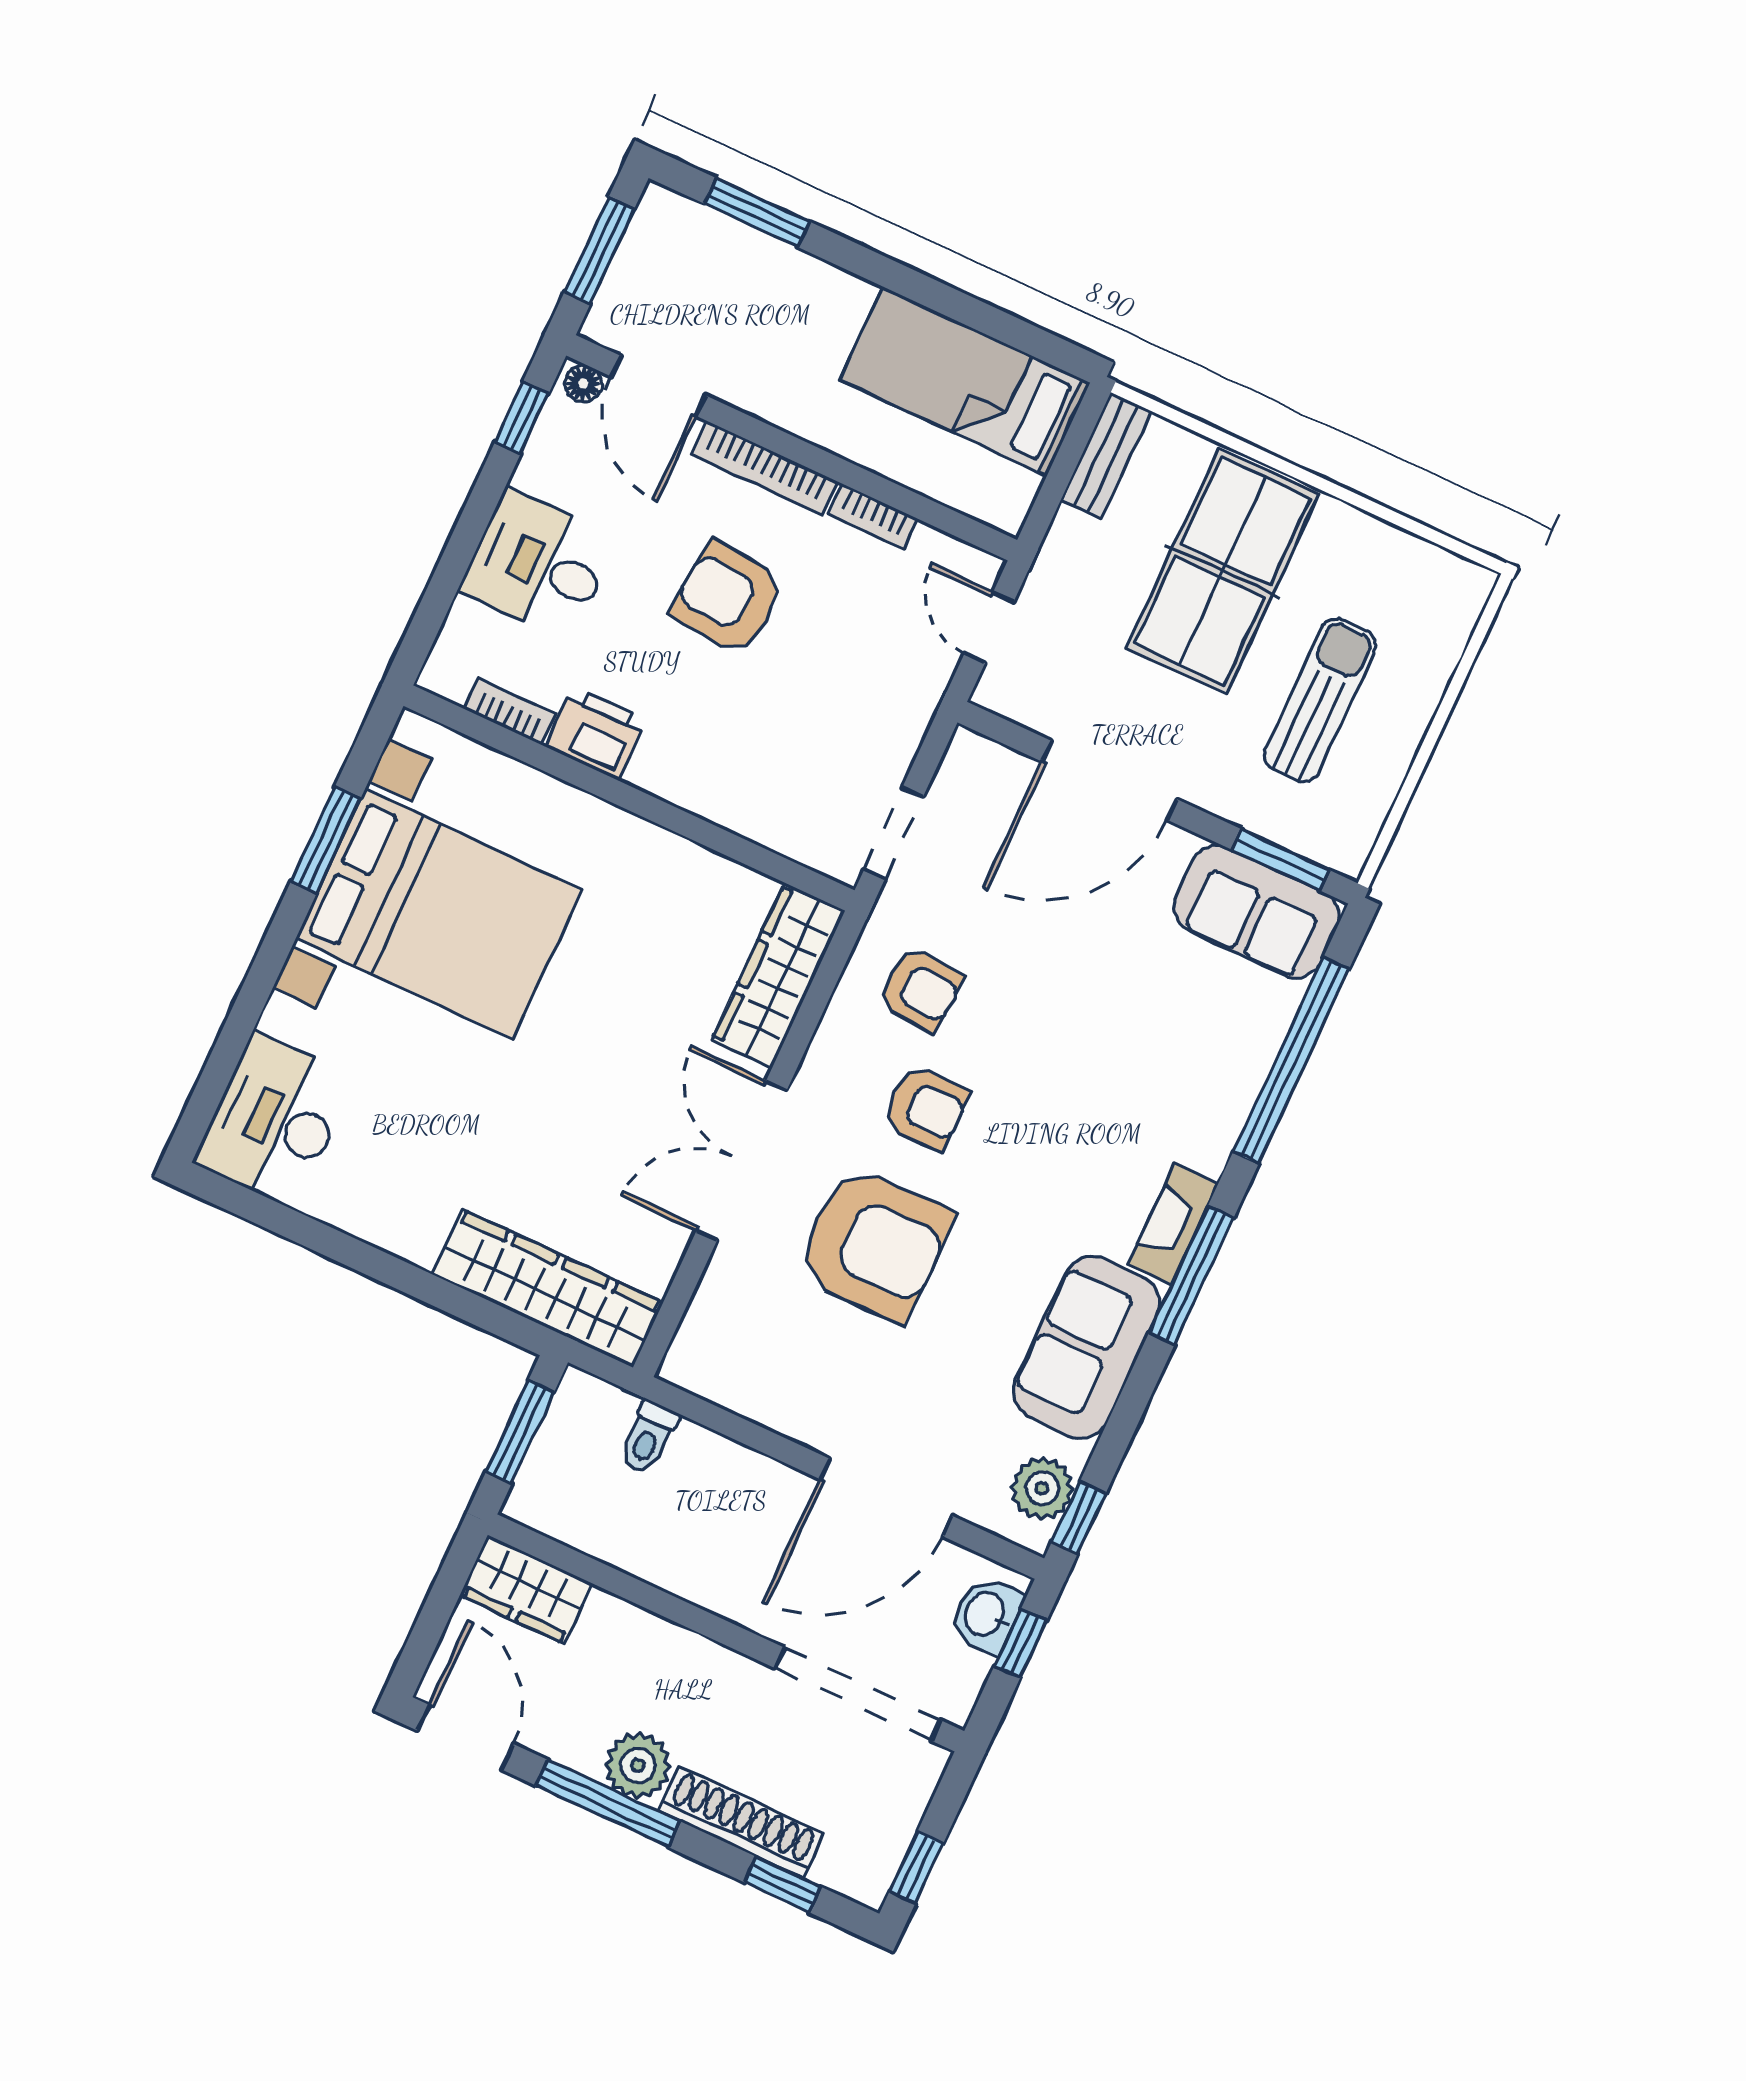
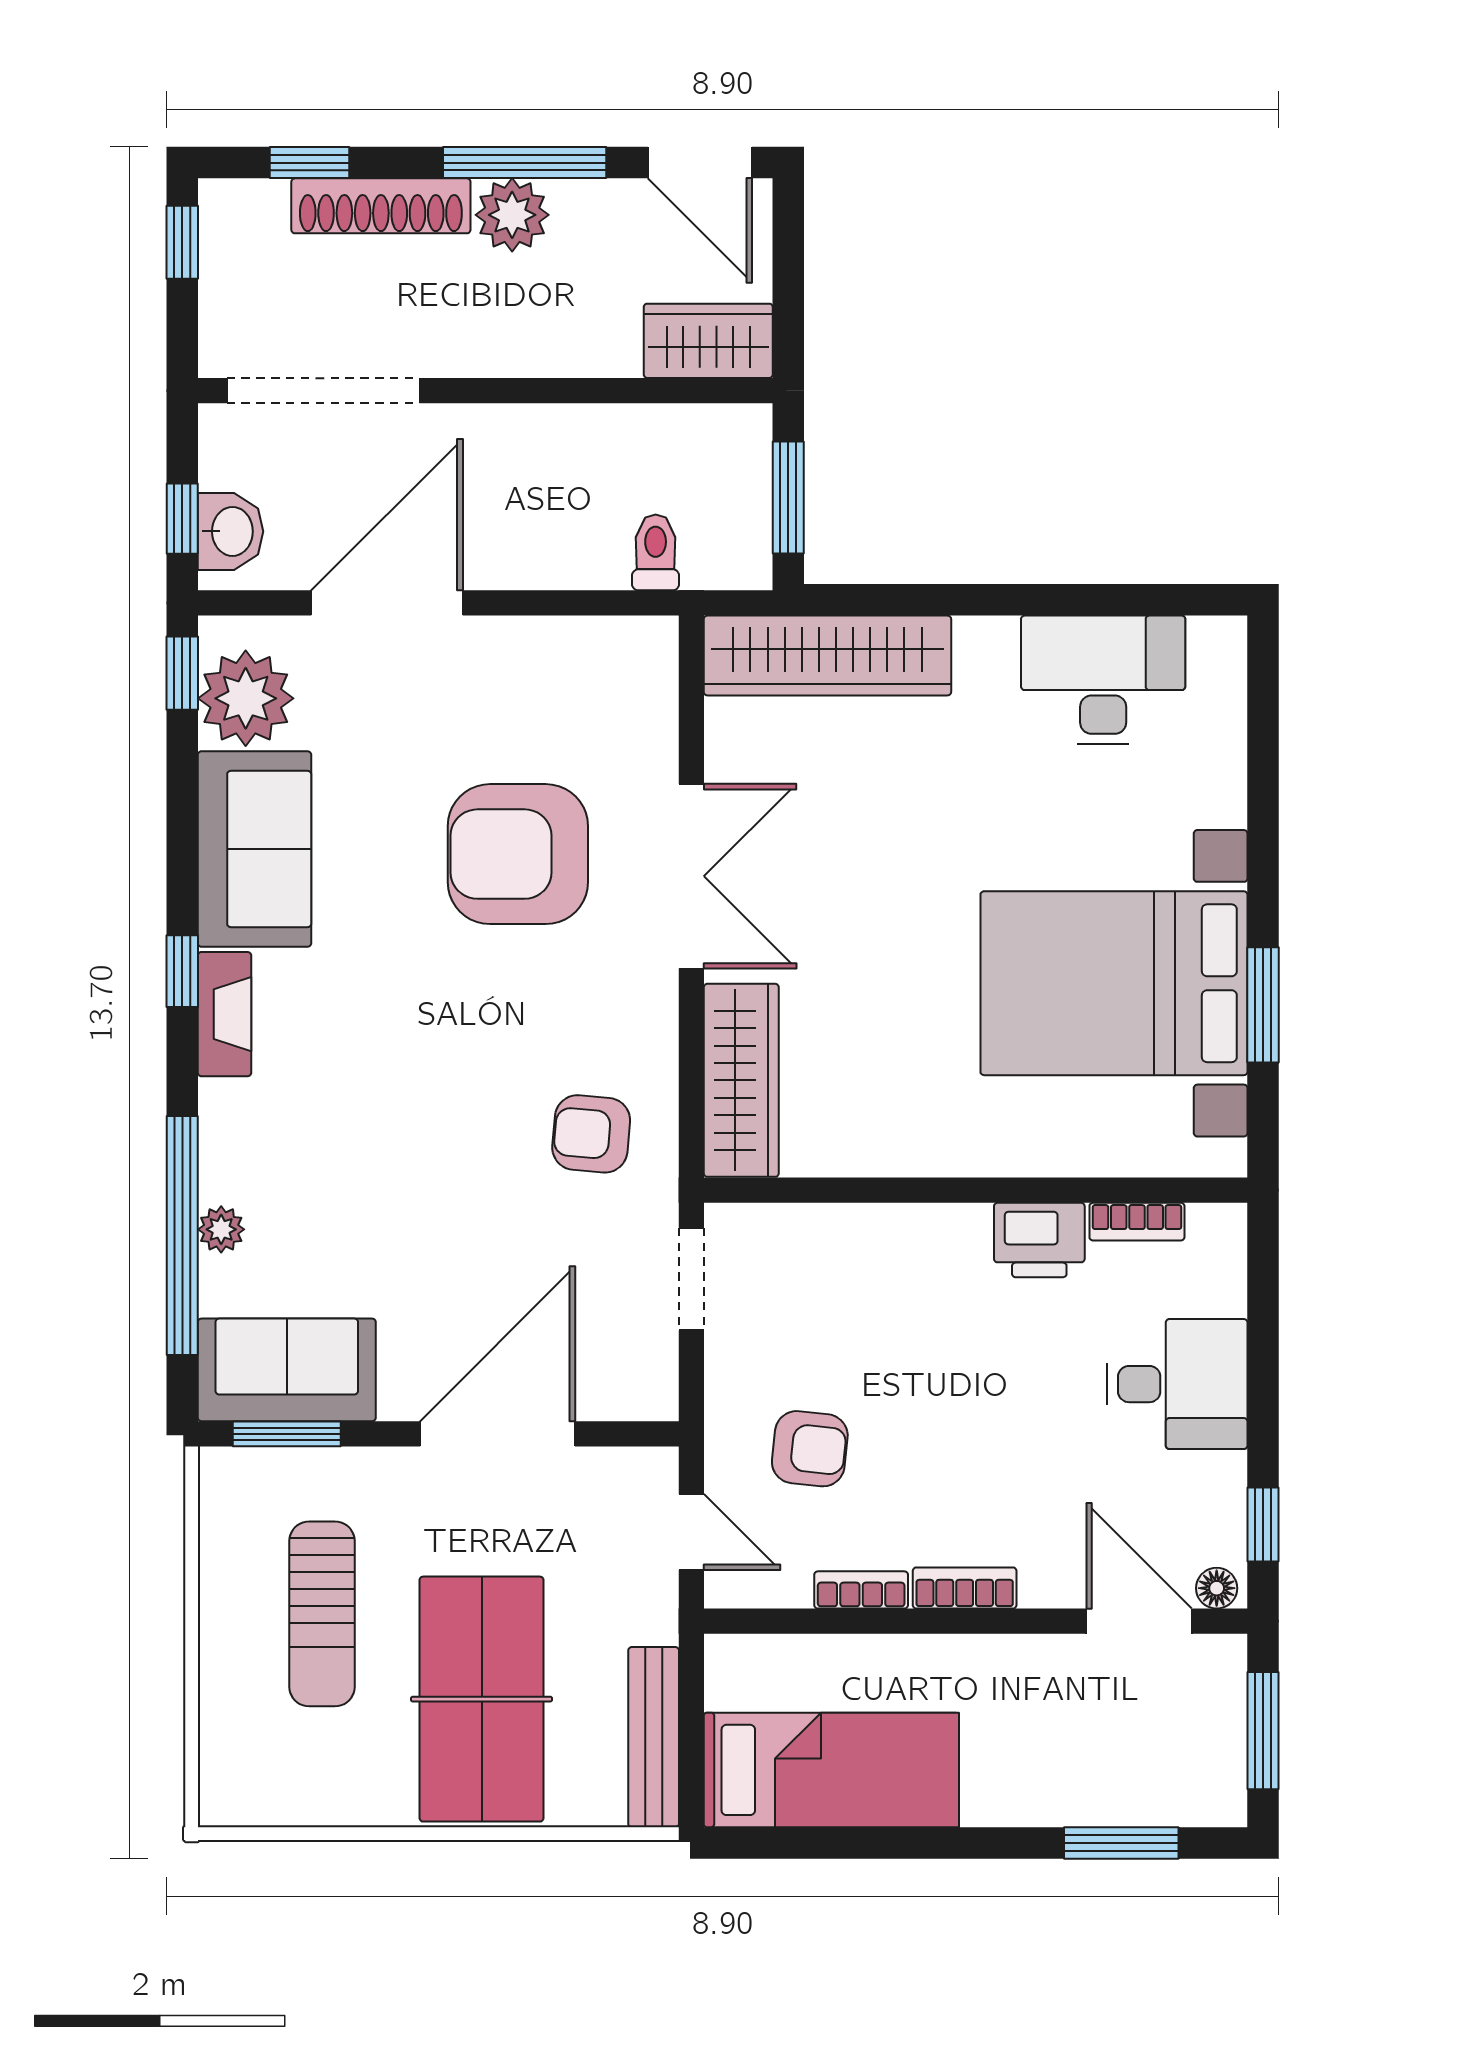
bench: (1106, 455) -> (654, 1737), width x1.36
bookcase: (764, 468) -> (965, 1588), width x0.64
armchair: (728, 598) -> (810, 1449), moved, width x0.72, depth x0.72
plant: (1257, 1051) -> (221, 1229), added
armchair: (926, 1108) -> (529, 1016), removed
desk: (275, 1120) -> (1103, 680), moved, turned -90
window: (1191, 1275) -> (182, 971), width x0.46
plant: (1042, 1488) -> (246, 698), width x1.36, depth x1.36

